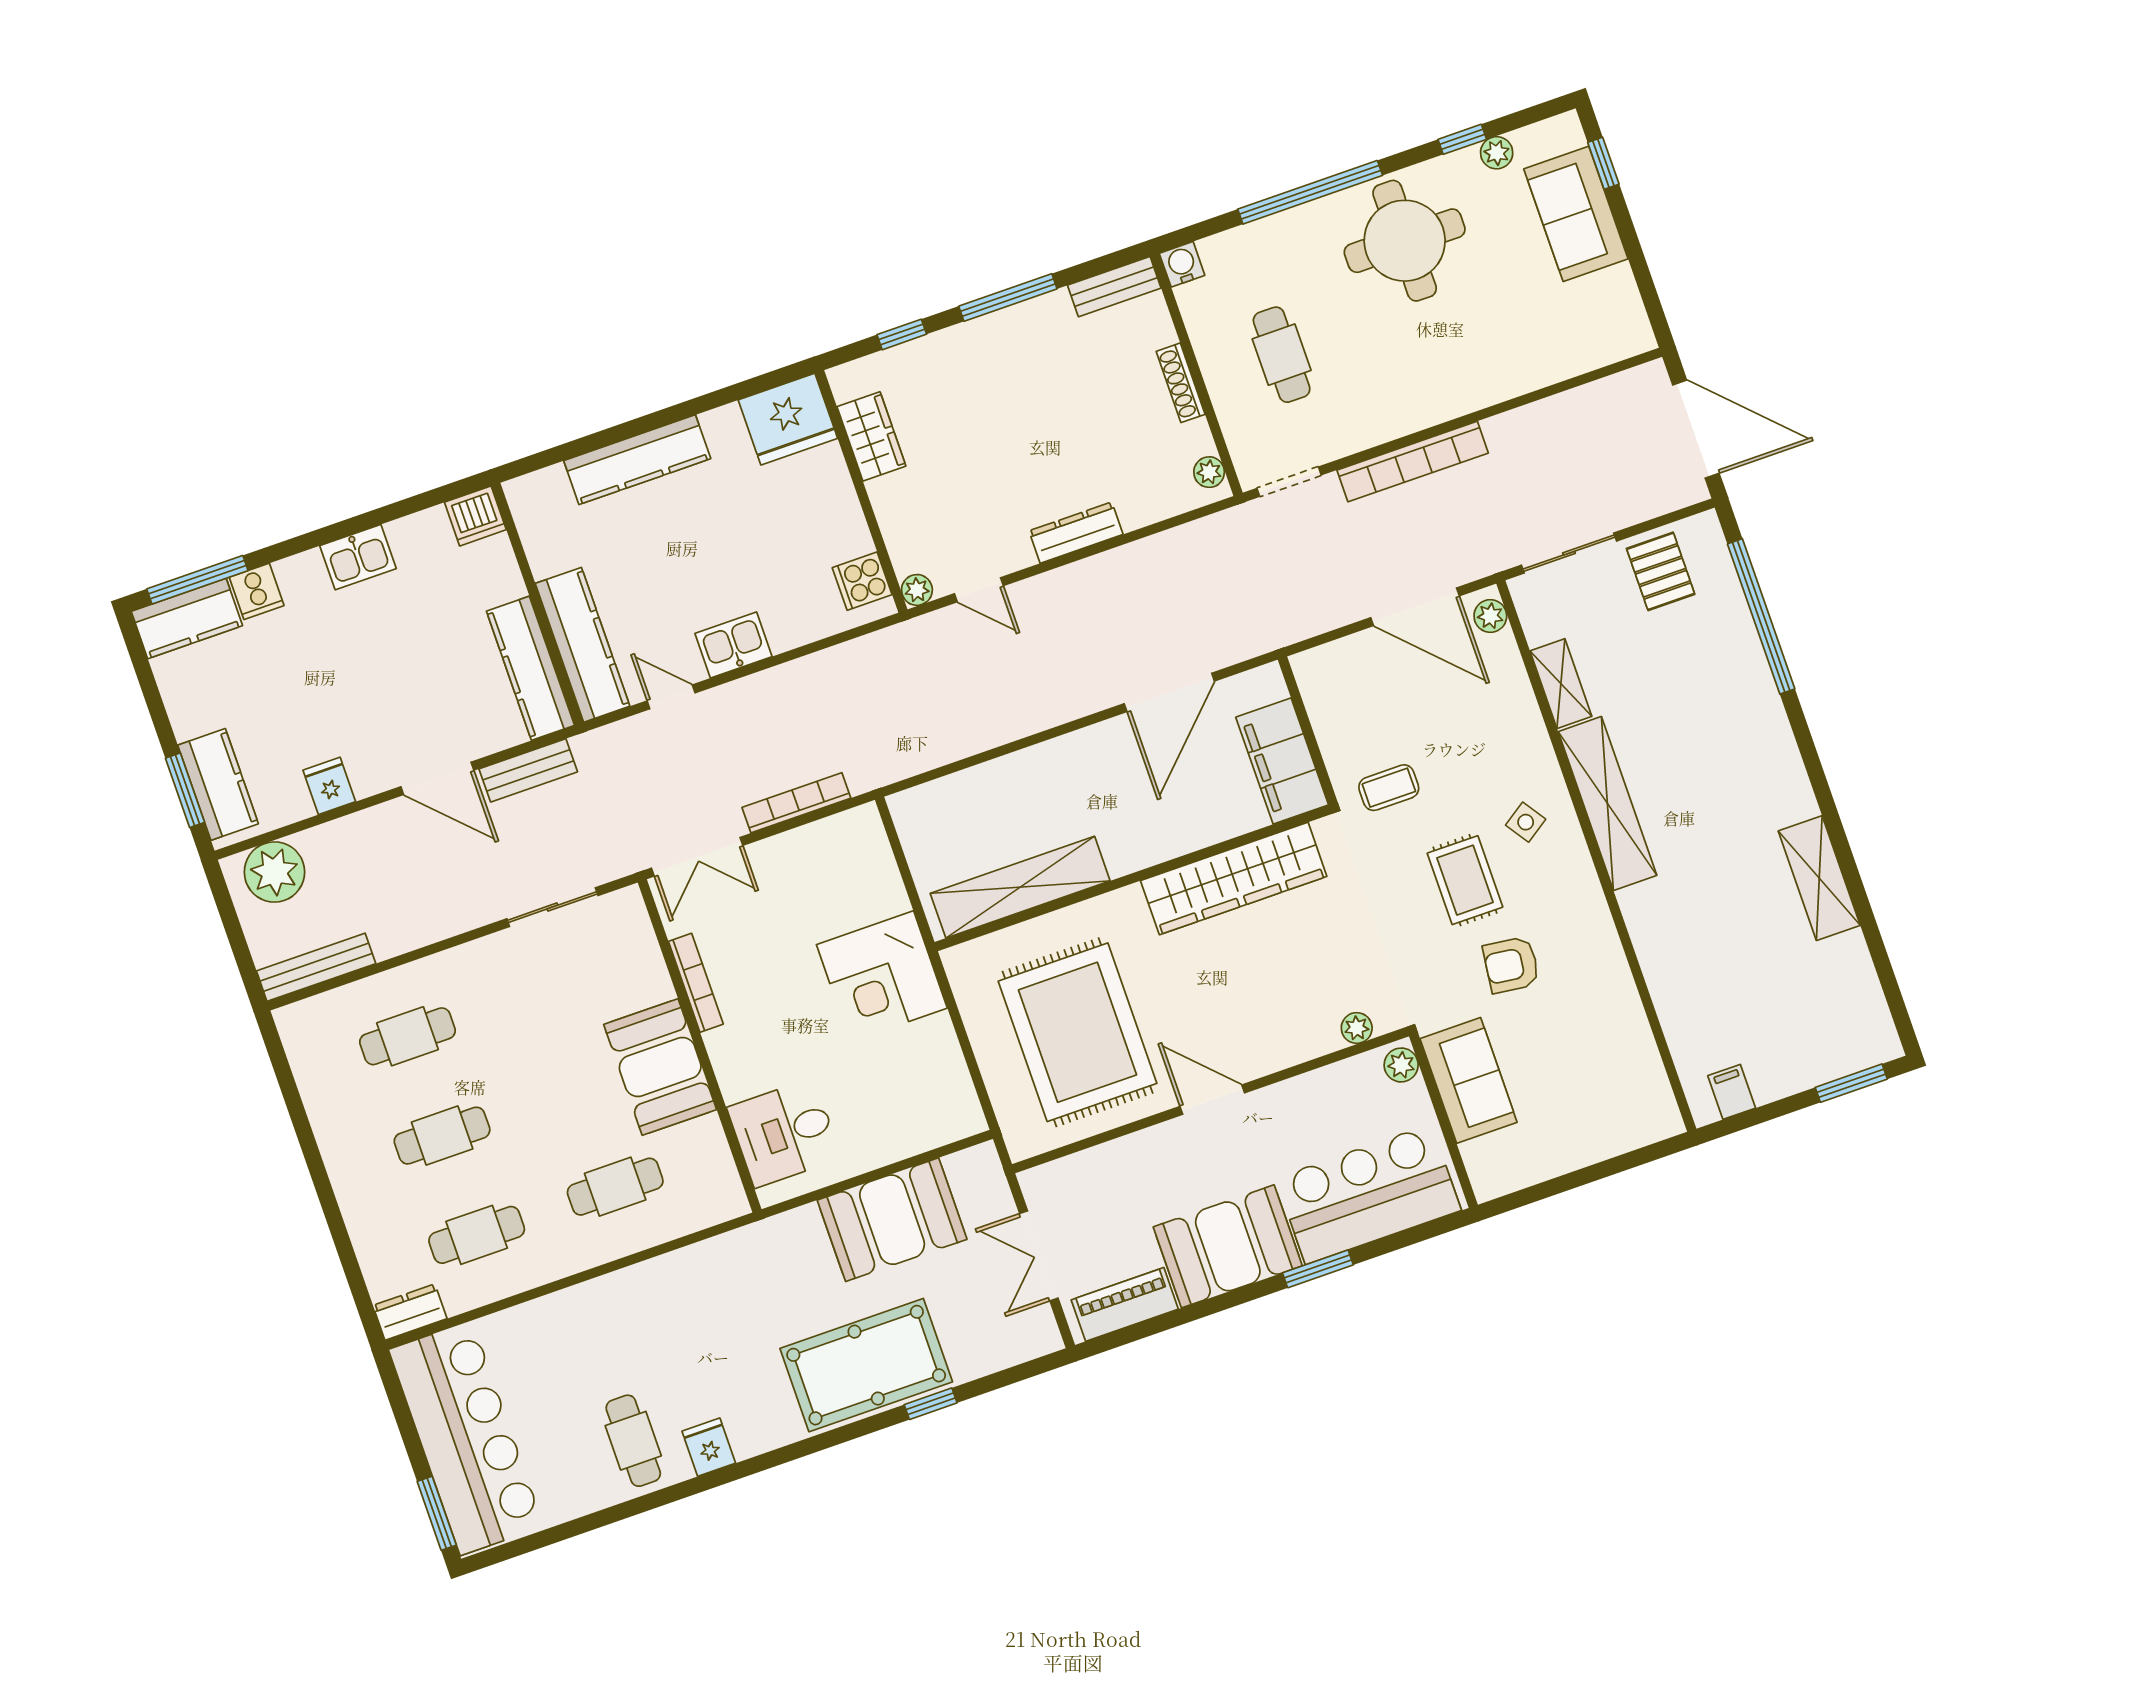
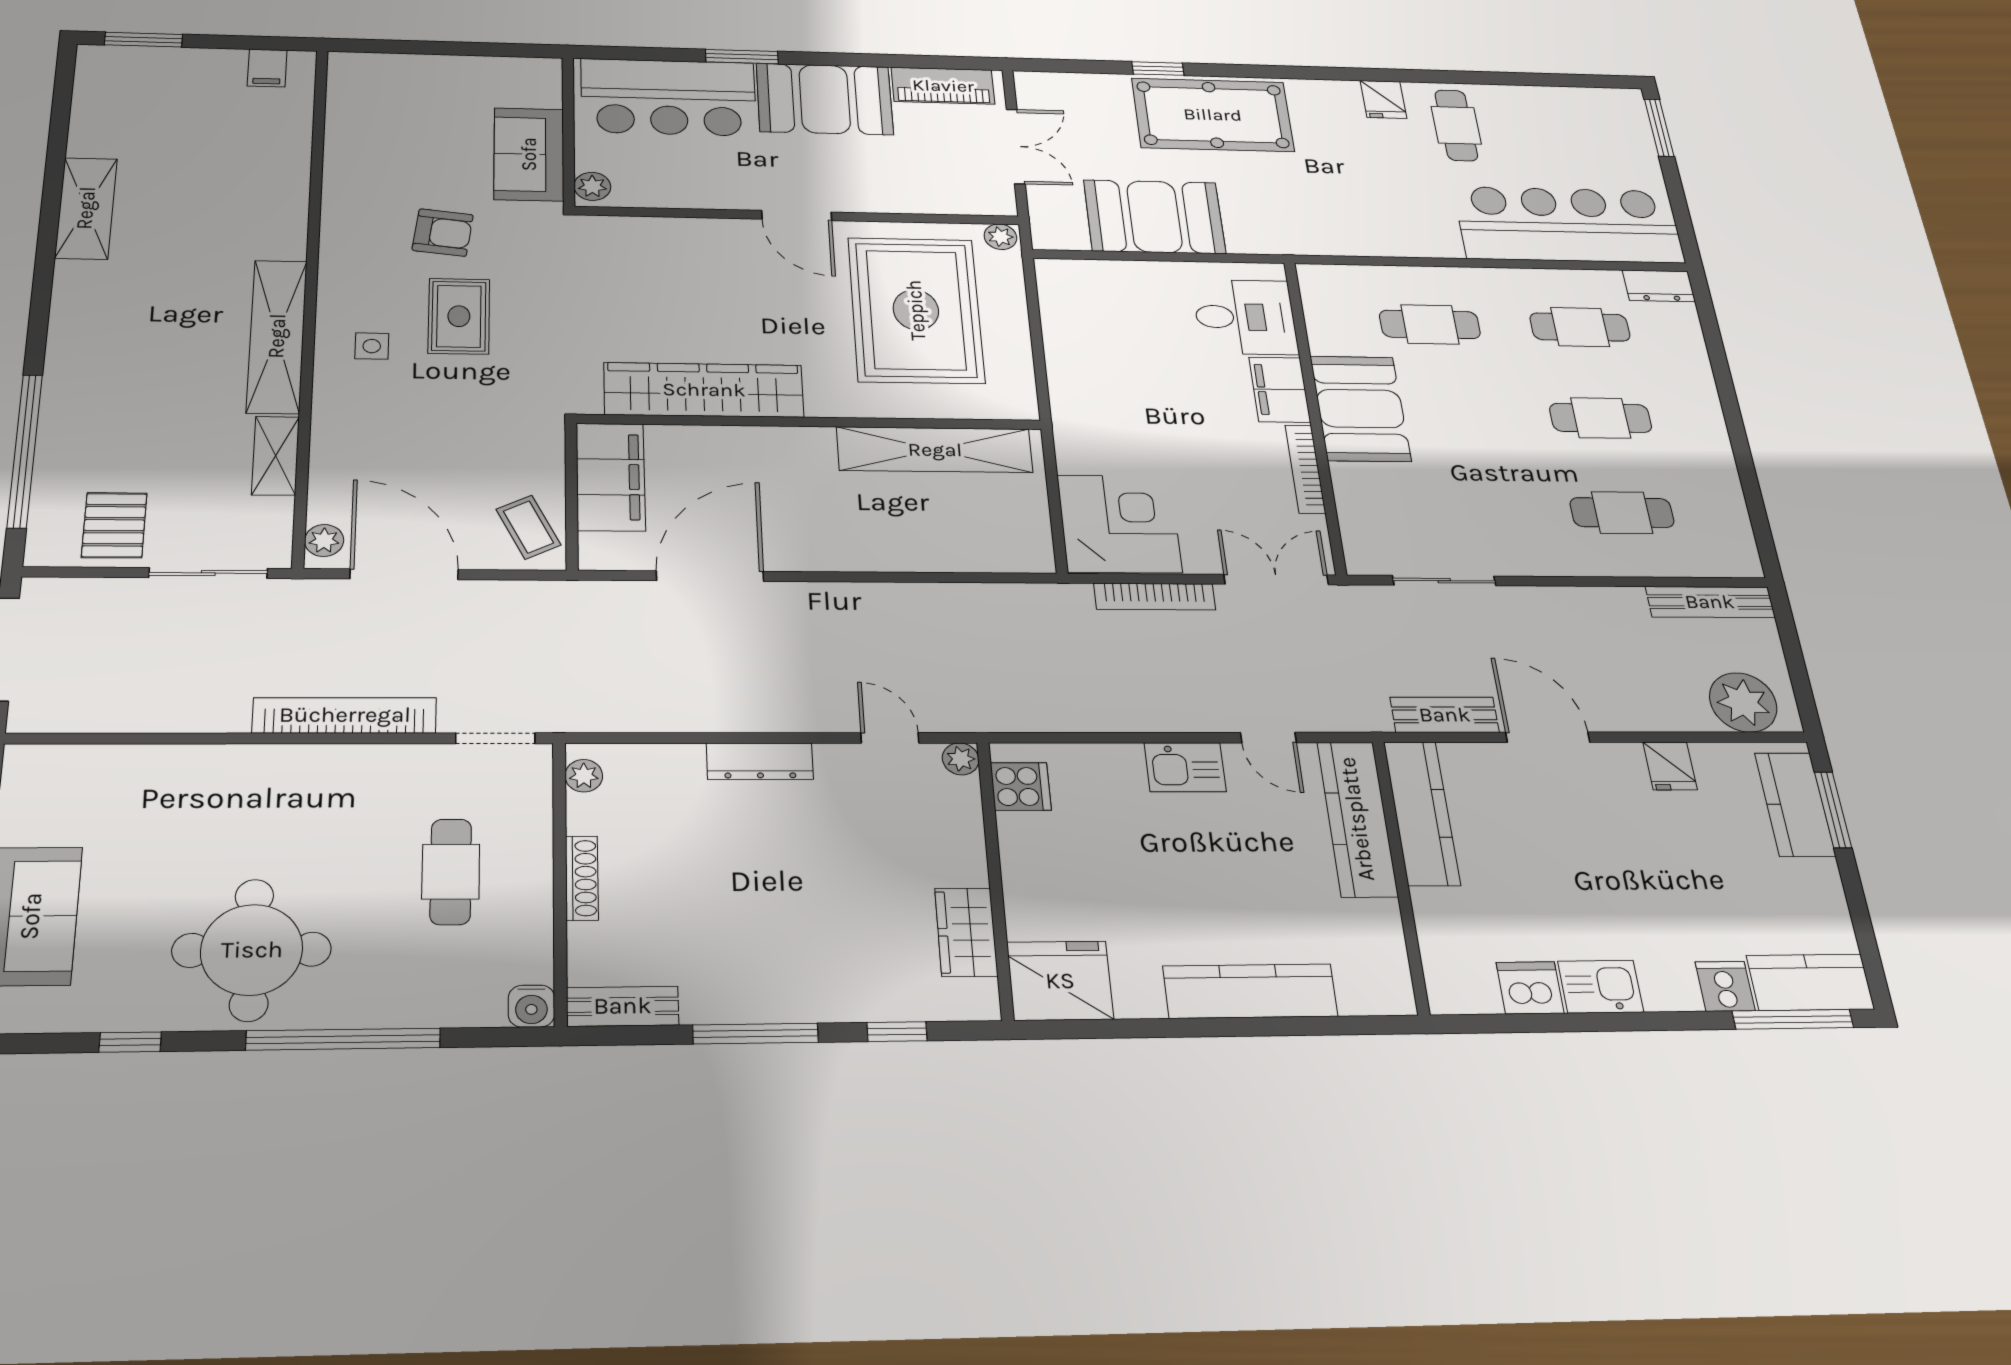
plant: (1497, 153) -> (95, 1014), removed
dishwasher: (475, 516) -> (1530, 988), moved
coffee table: (1389, 788) -> (528, 527), moved, turned 64
side table: (1526, 822) -> (372, 346), turned 34
corner desk: (882, 976) -> (1119, 524), moved
plant: (1357, 1028) -> (1000, 237), moved
filing cabinet: (736, 1062) -> (1280, 390), added
bar counter: (466, 1438) -> (1569, 225), moved, turned 90

